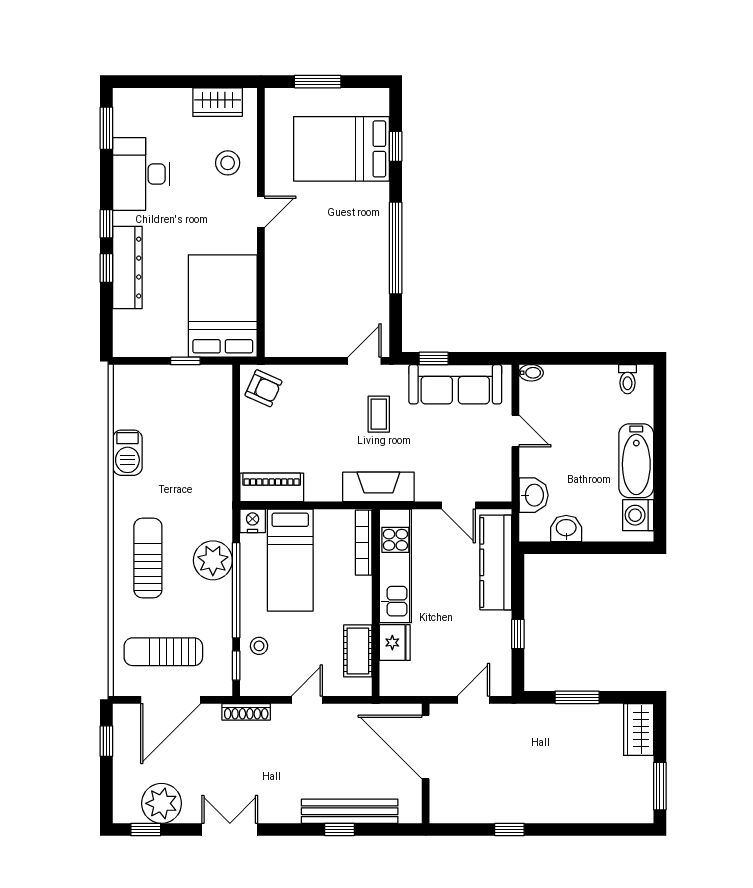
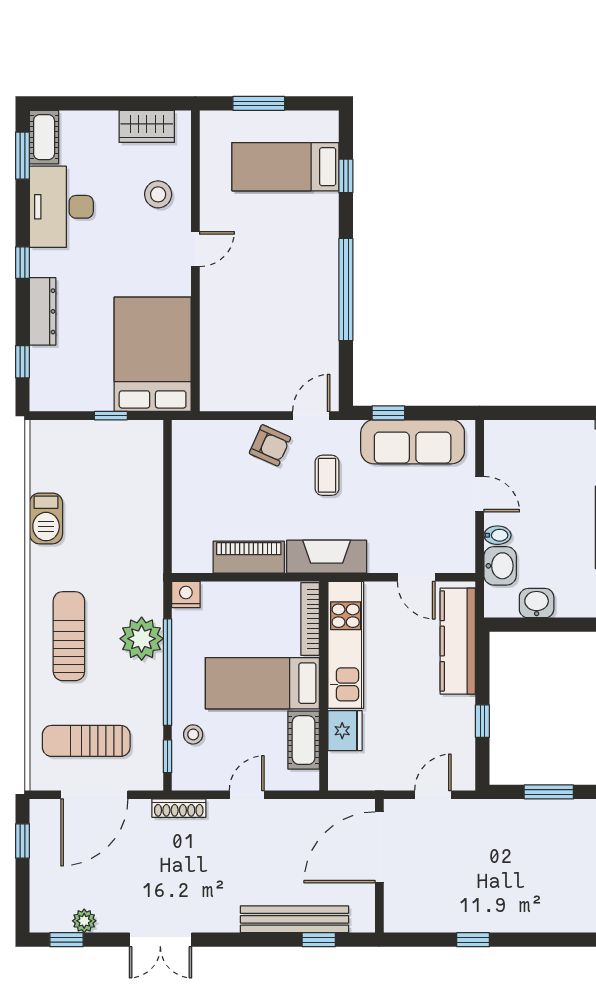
cot: (126, 112) -> (44, 137), added
bed: (342, 149) -> (285, 167), width x0.67
window: (106, 268) -> (22, 362), moved
dresser: (127, 268) -> (43, 311), width x0.73, depth x0.80
bidet: (531, 373) -> (497, 535), moved
armchair: (264, 388) -> (270, 445), moved
piano: (272, 487) -> (249, 557), moved
bed: (290, 560) -> (262, 683), moved, turned 90
door: (426, 747) -> (379, 847), hinge flipped
plant: (162, 803) -> (84, 921), width x0.53, depth x0.53
double door: (230, 829) -> (160, 940), swing flipped
window: (339, 829) -> (319, 940), moved

